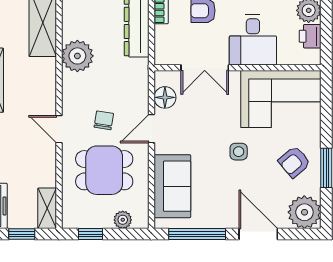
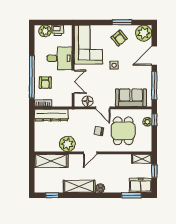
door: (59, 129) -> (90, 153), moved
window: (90, 234) -> (154, 120), moved

